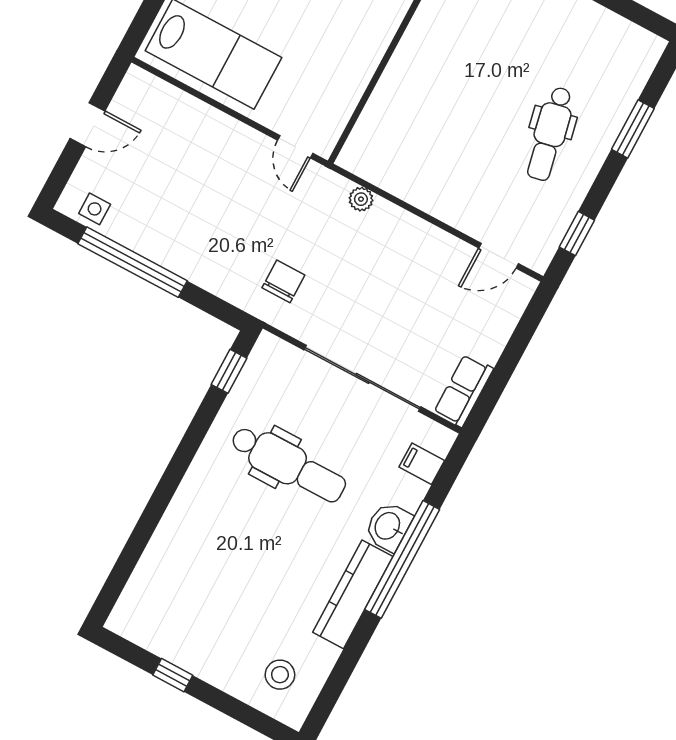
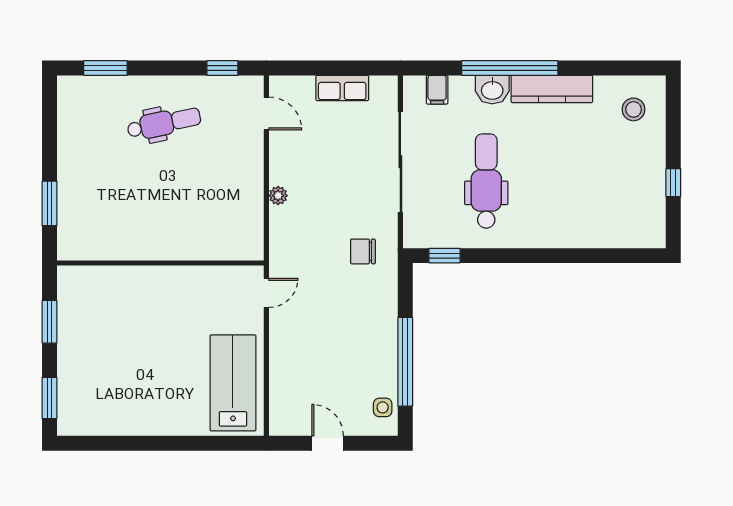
window: (633, 129) -> (105, 68), moved
plant: (361, 199) -> (278, 196), moved
row of seats: (464, 391) -> (342, 88), moved

